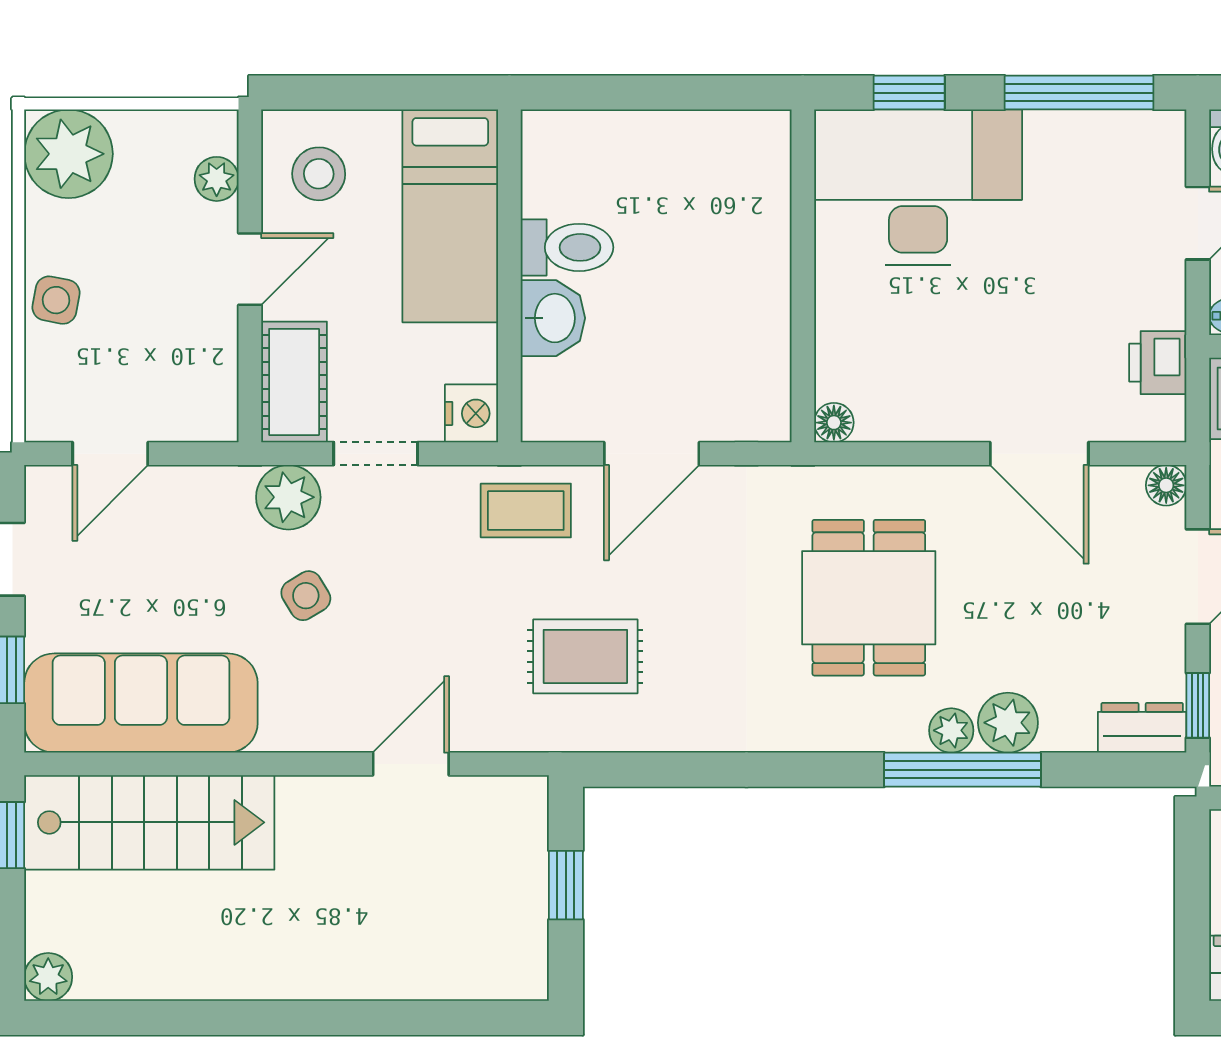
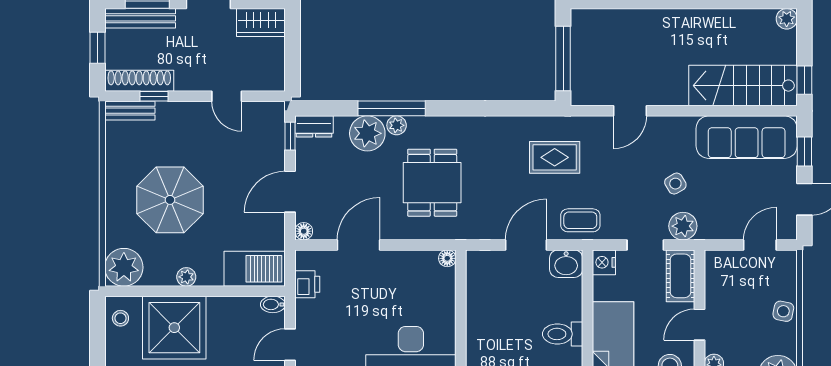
washbasin: (553, 318) -> (566, 264), moved, turned -90
door: (1039, 454) -> (358, 245), hinge flipped
plant: (1008, 723) -> (367, 133), width x1.36, depth x1.36
window: (566, 885) -> (563, 58), width x2.17

